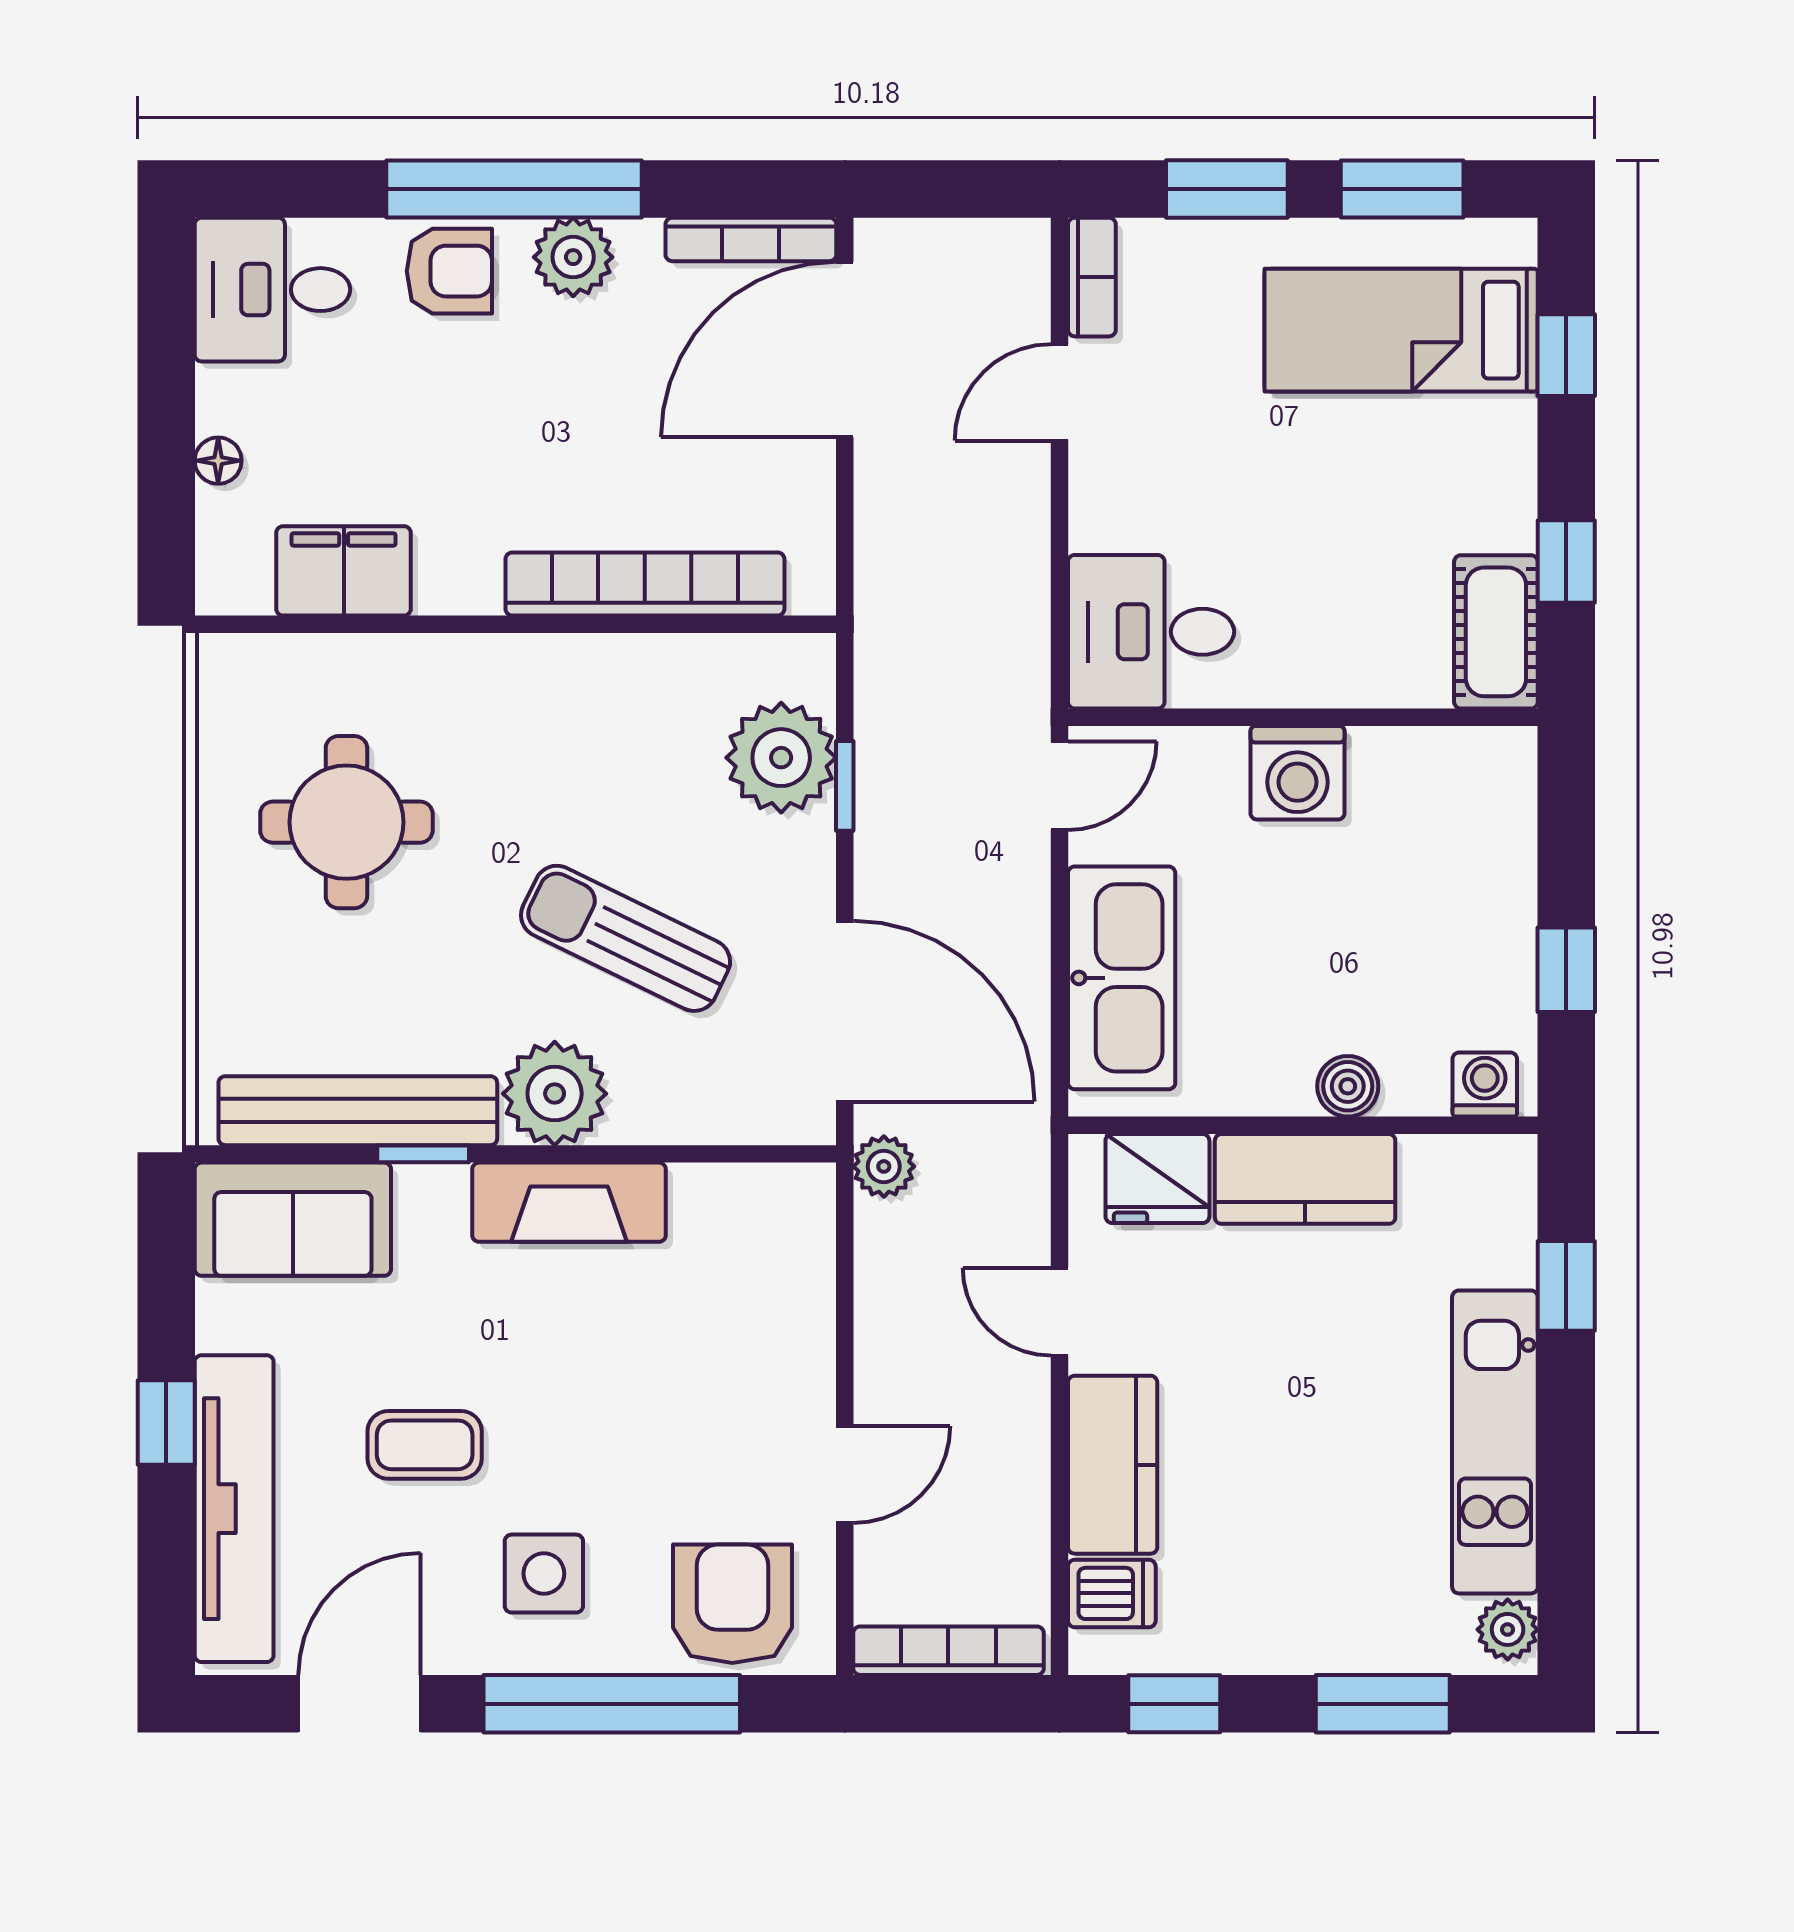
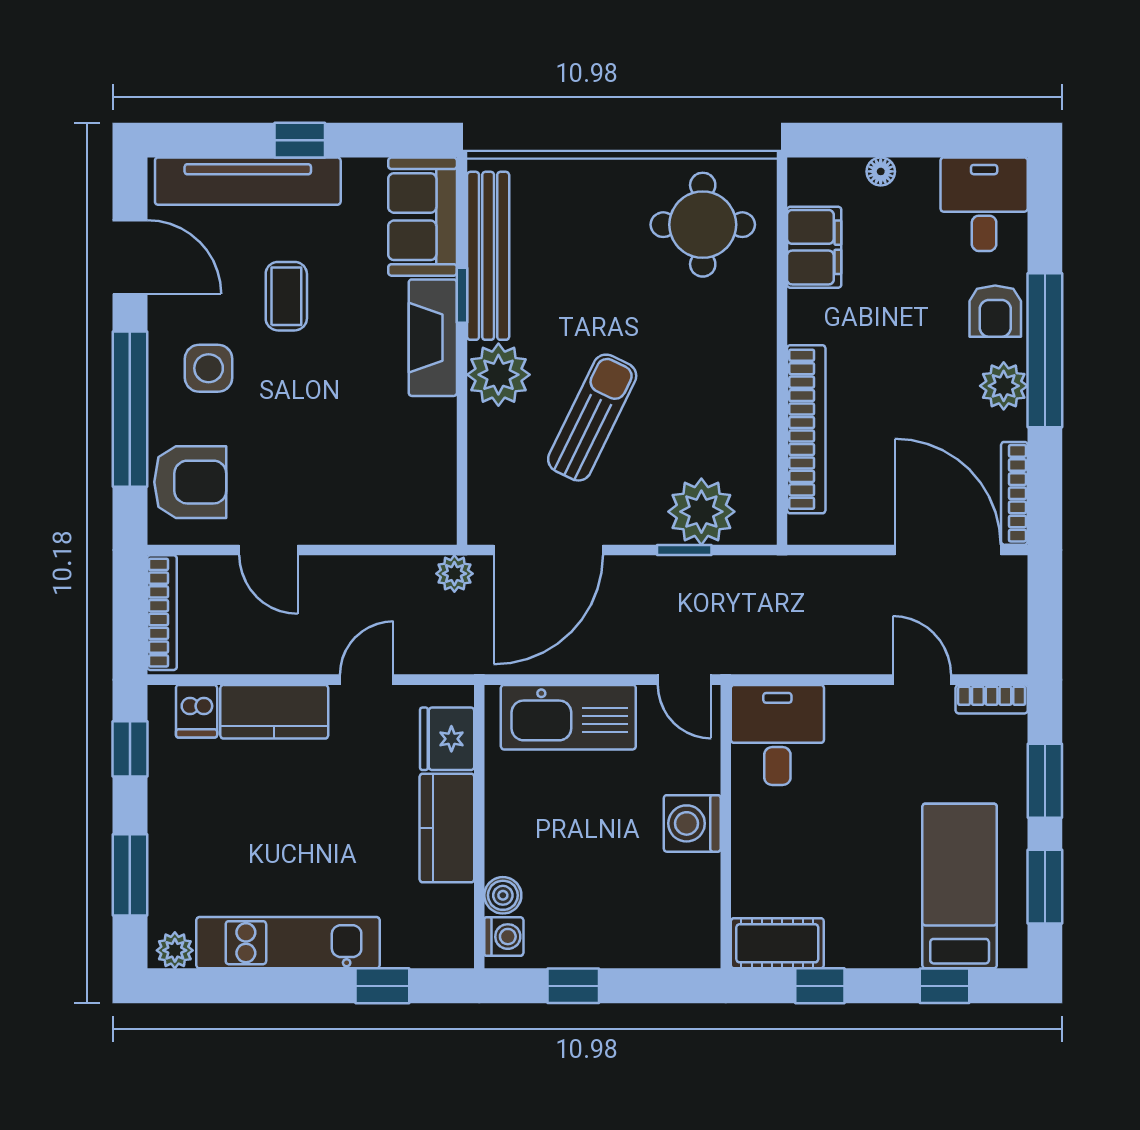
round table: (346, 822) -> (703, 225), moved
boiler: (1348, 1086) -> (503, 895), moved
fireplace: (569, 1202) -> (433, 338), moved

